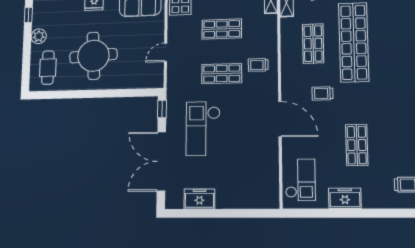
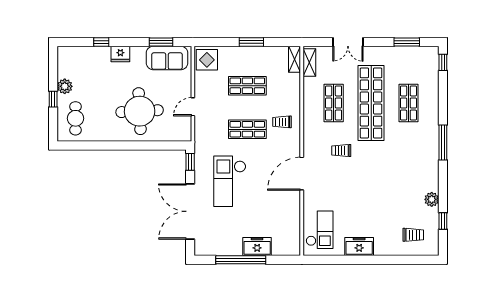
window: (28, 15) -> (53, 99), moved
round table: (93, 56) -> (140, 111), moved
door: (280, 119) -> (302, 174), swing flipped
shop shelf: (357, 145) -> (408, 103), moved
freezer: (199, 199) -> (257, 247), moved
window: (215, 213) -> (241, 260), added

